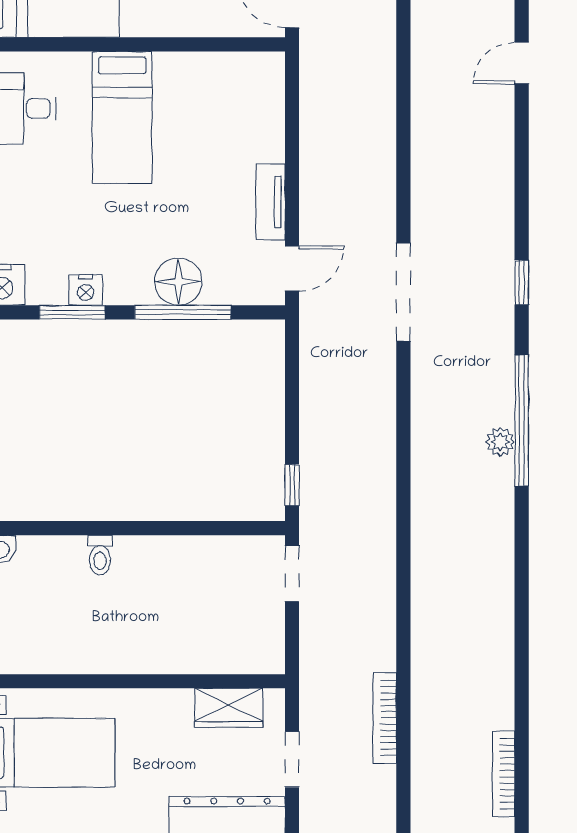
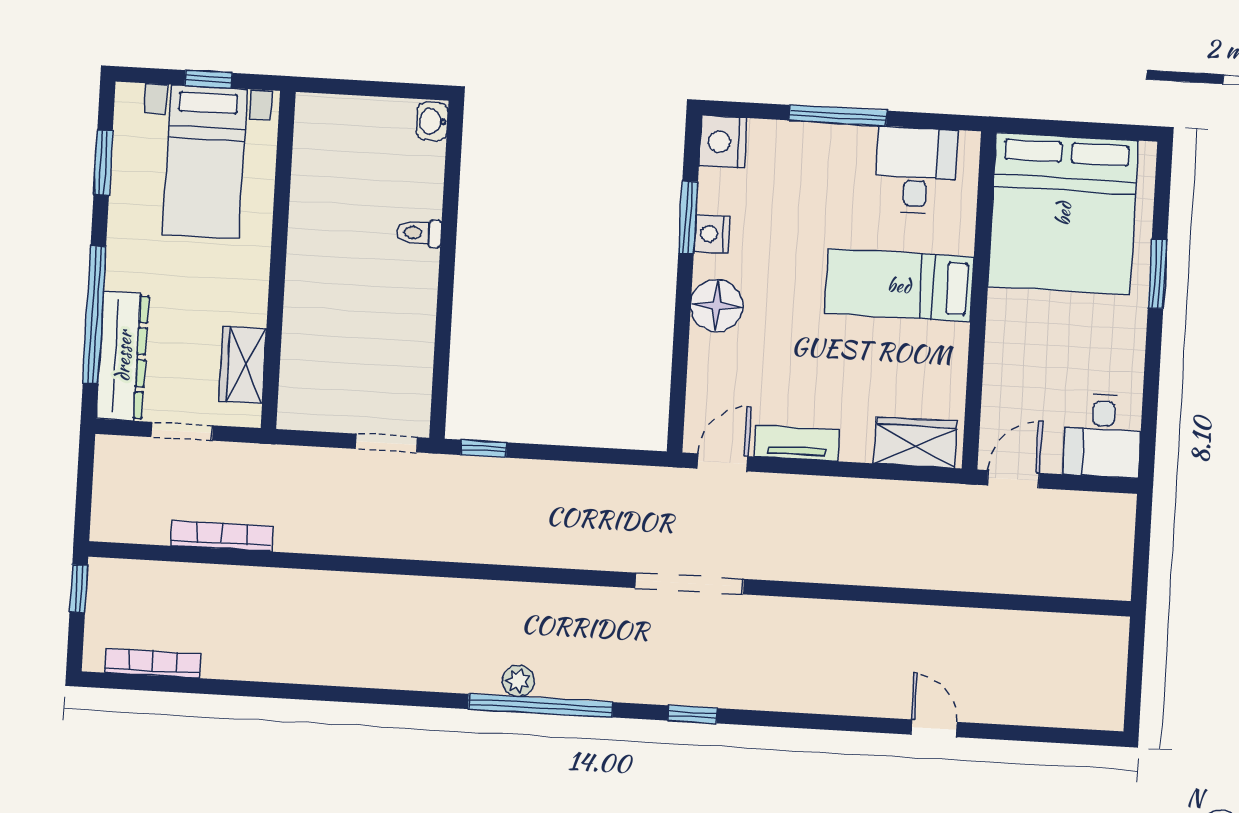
wardrobe: (264, 95) -> (915, 442), added
door: (292, 268) -> (722, 462), swing flipped
floor lamp: (178, 282) -> (717, 306), moved
window: (183, 312) -> (681, 340), removed

